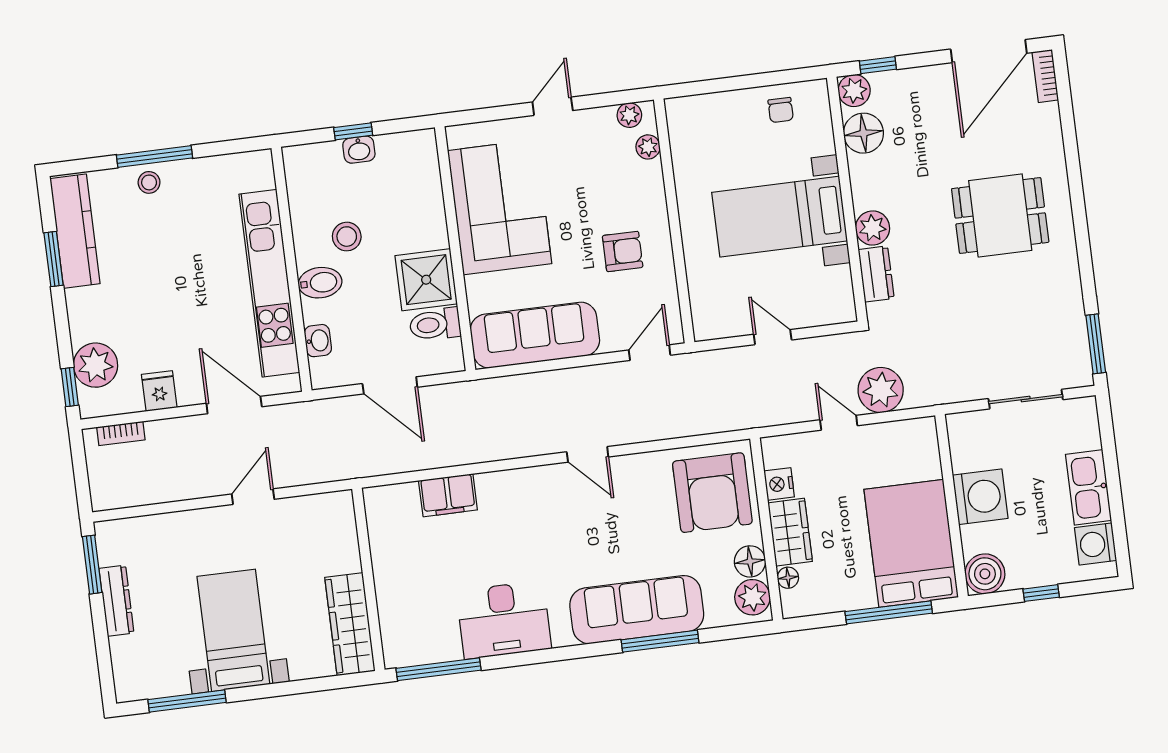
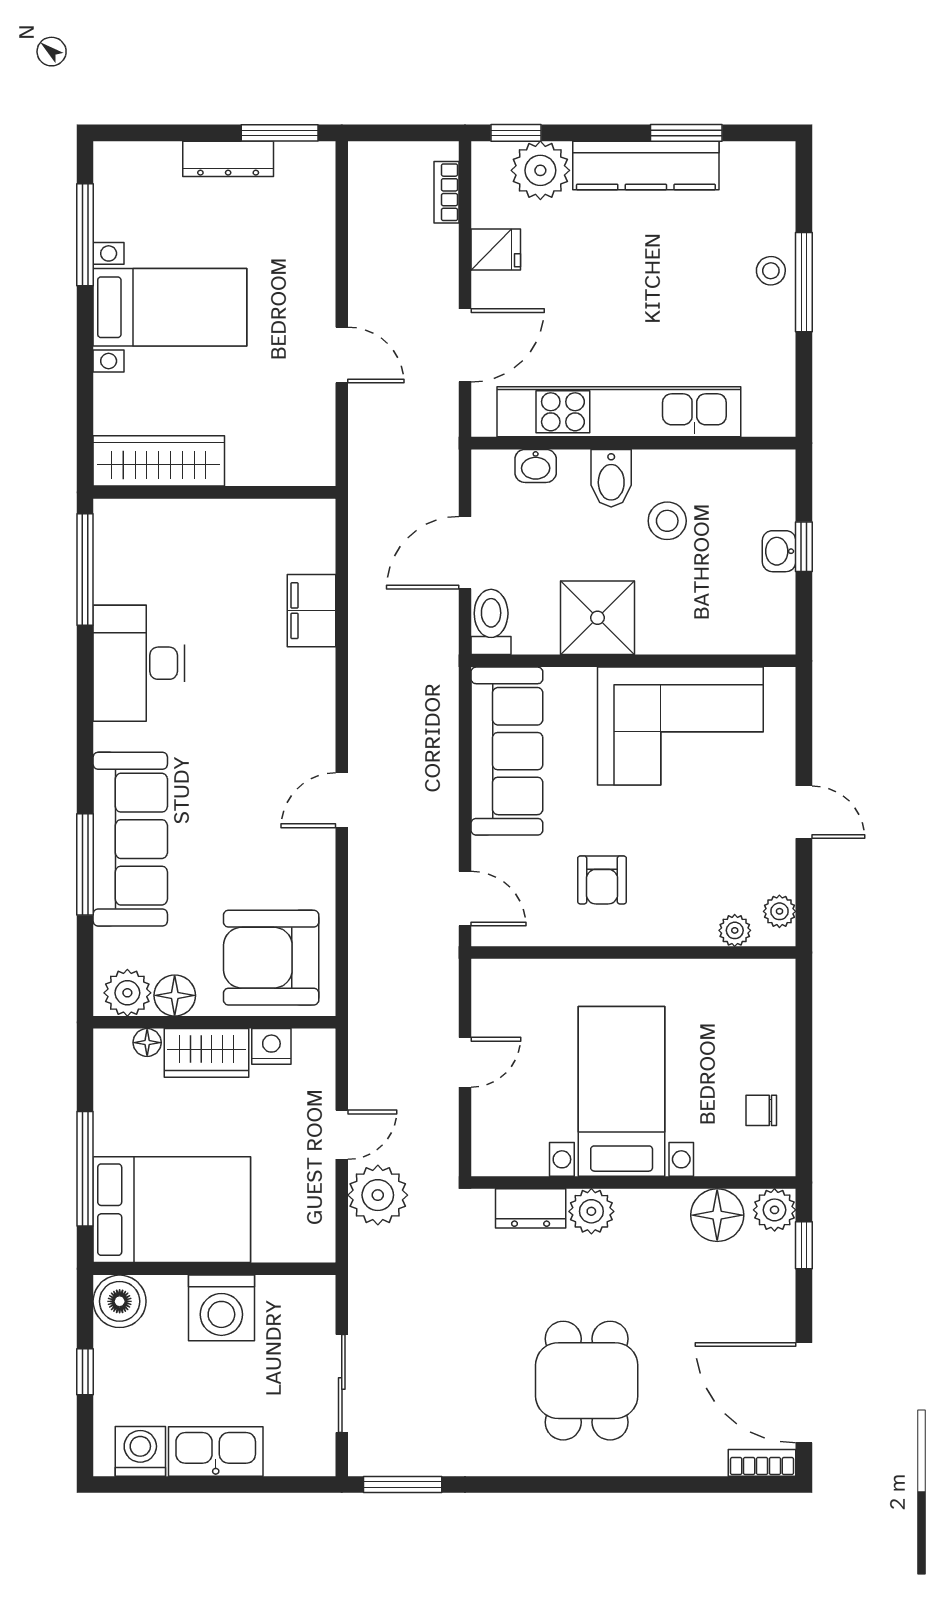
kitchen counter: (75, 231) -> (646, 166), moved
toilet: (435, 324) -> (491, 622), moved

